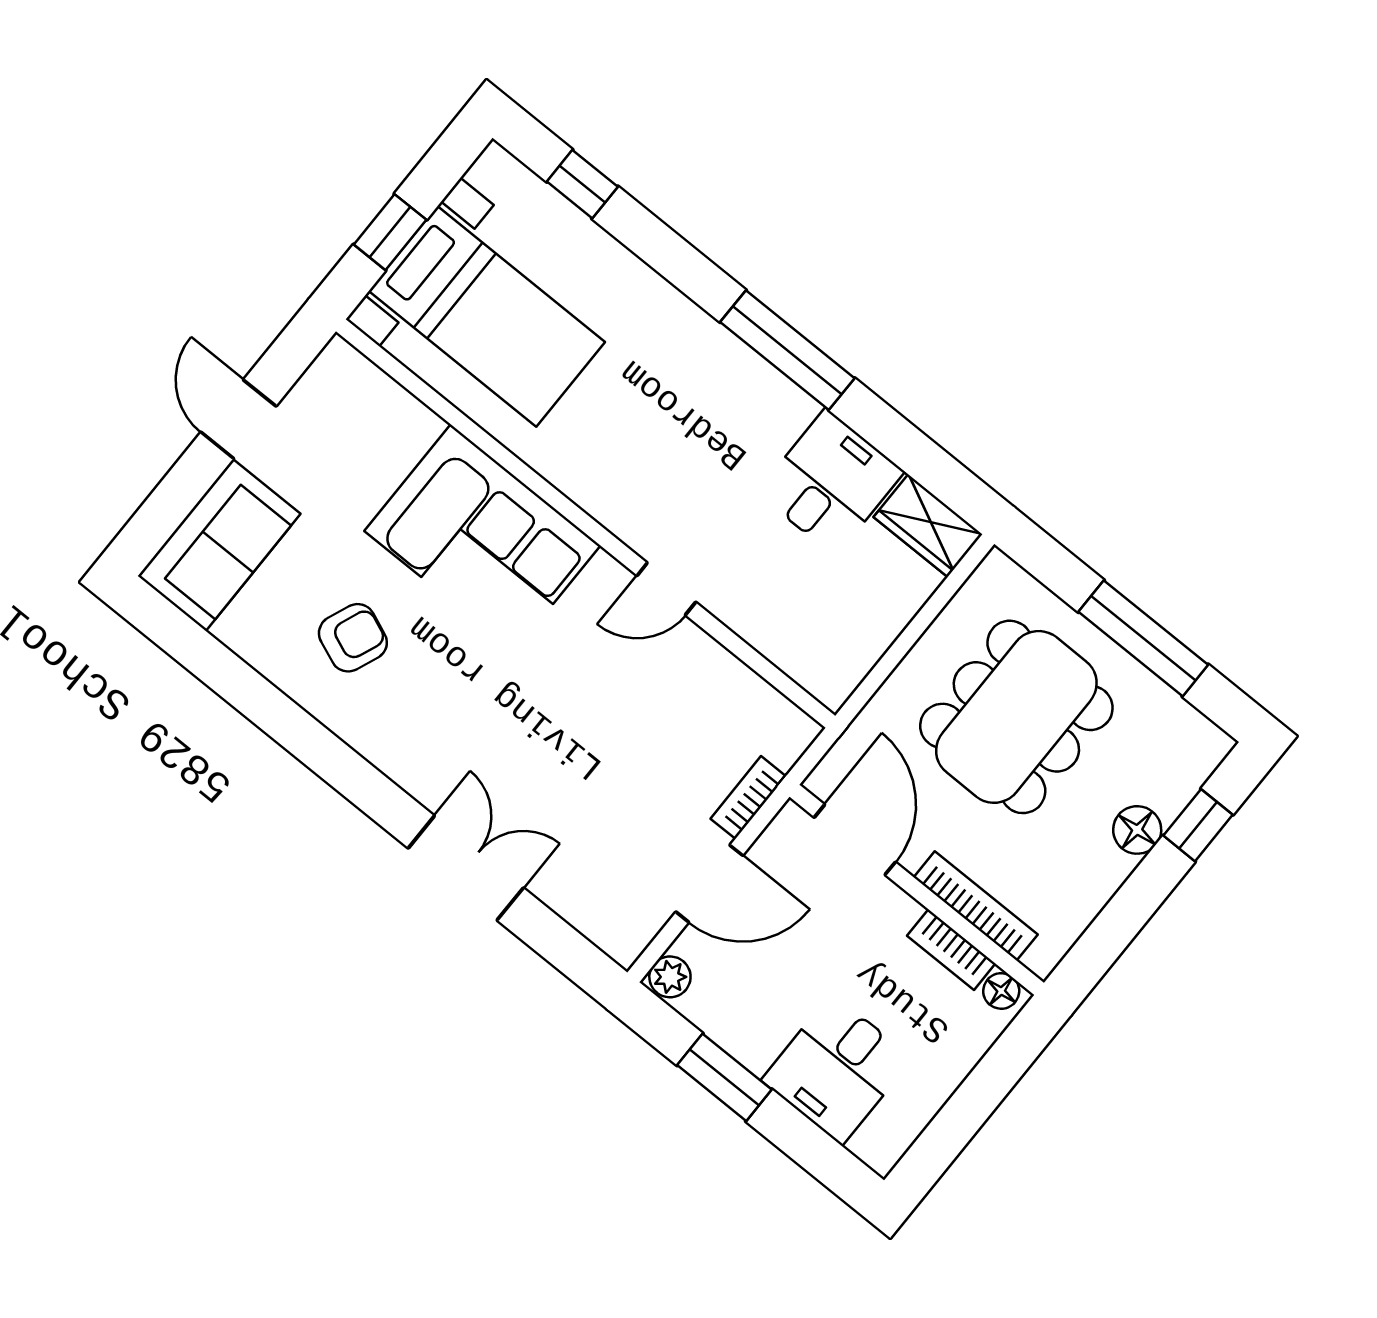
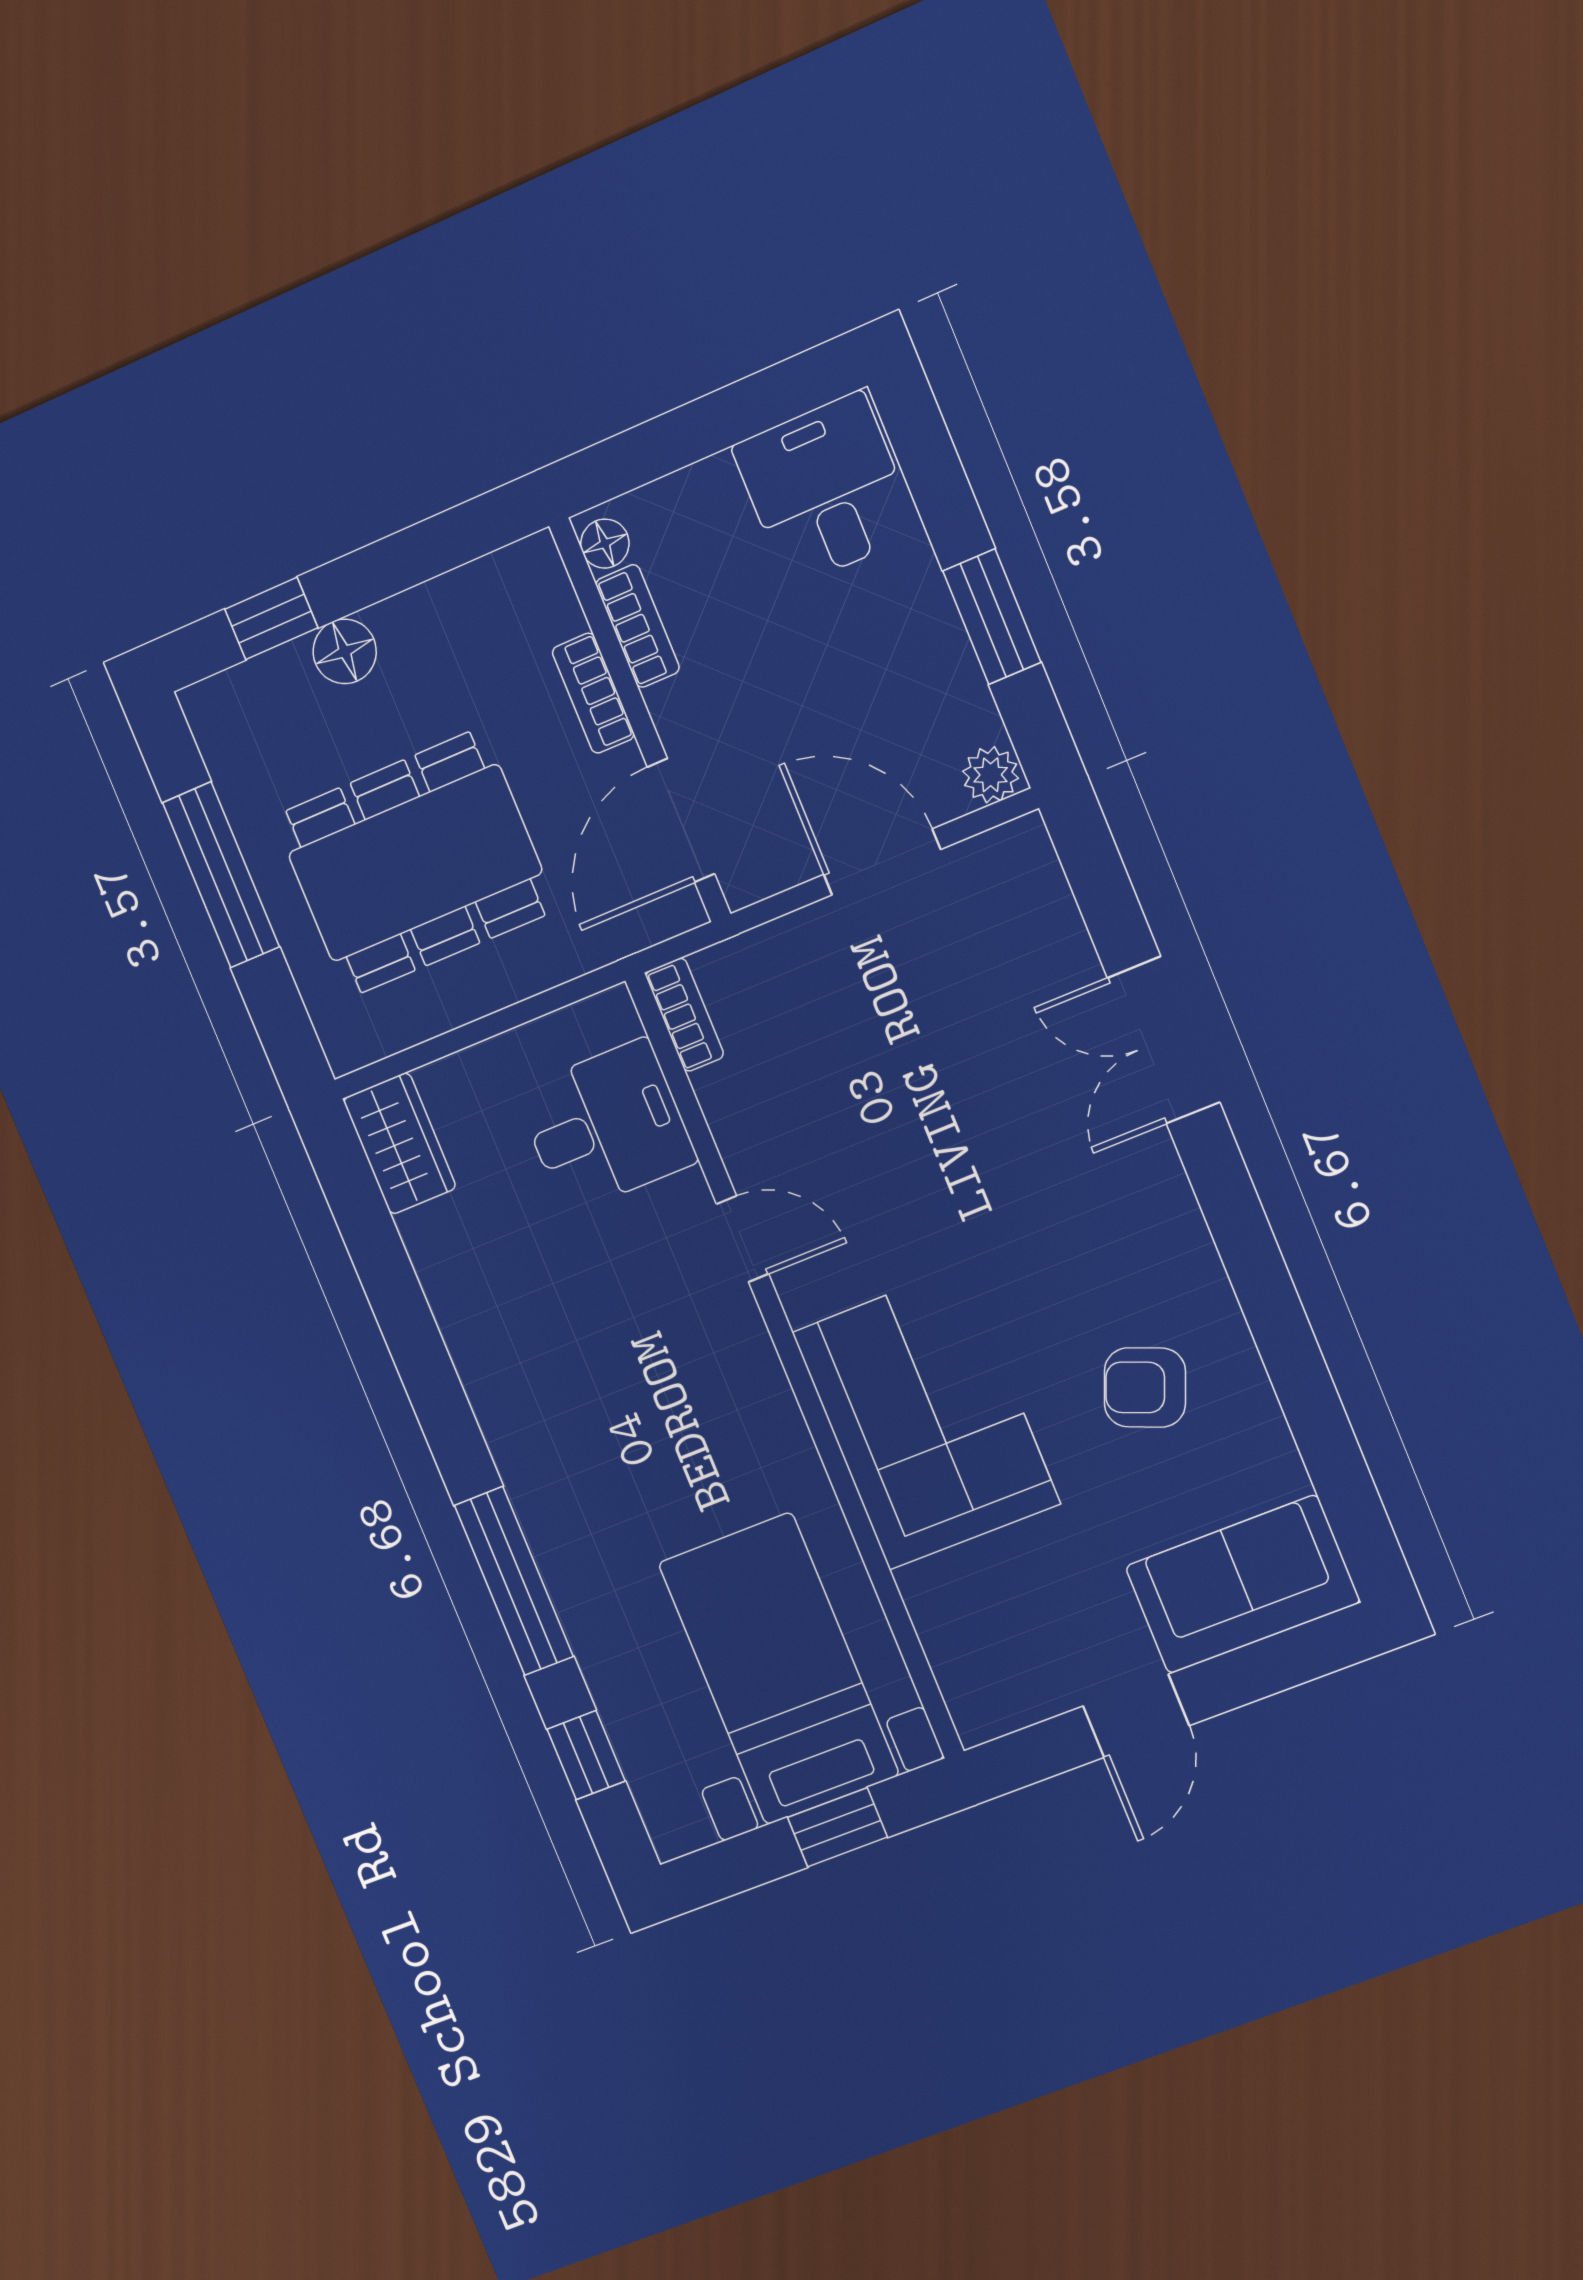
window: (787, 350) -> (514, 1581), moved
desk: (830, 482) -> (606, 1126), moved, turned 180
bookcase: (748, 798) -> (685, 1015), moved, turned -90
bookcase: (976, 906) -> (593, 693), width x0.64
desk: (837, 1069) -> (825, 490), moved, turned -90

